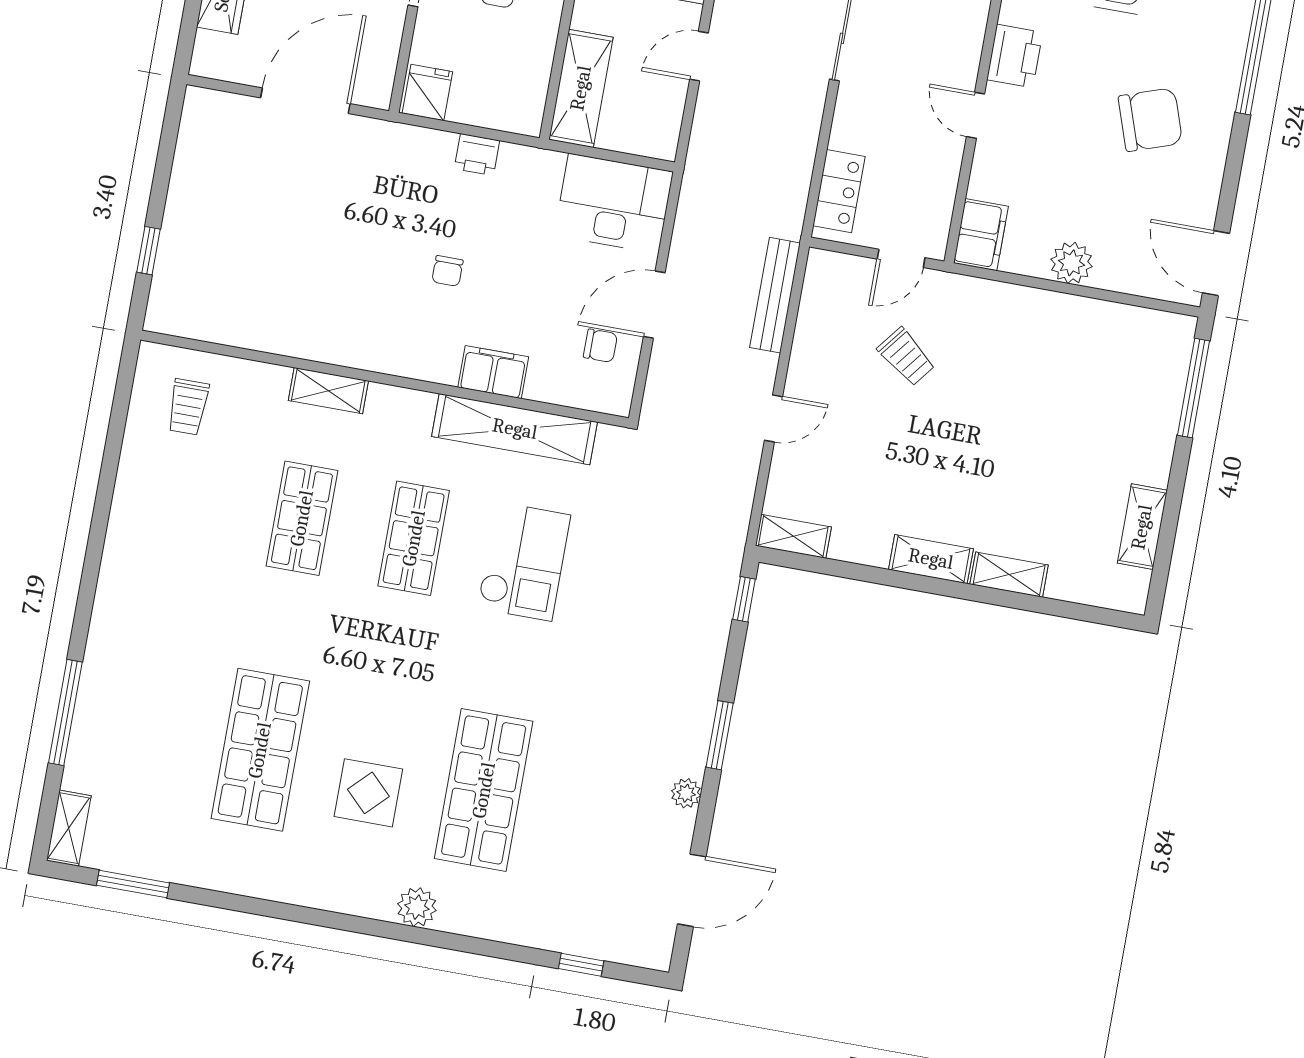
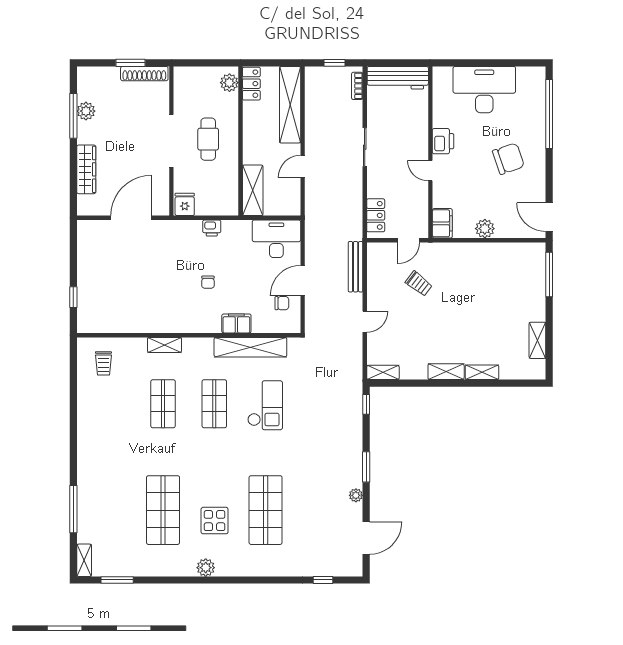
plant: (417, 907) -> (206, 568), moved

